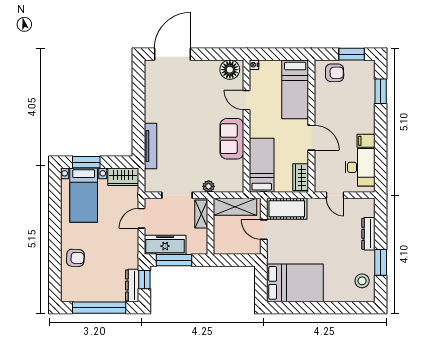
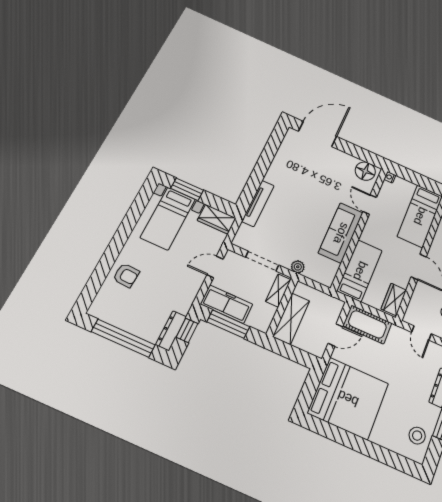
sofa: (232, 139) -> (341, 233), width x1.36
shelving: (235, 207) -> (291, 319), moved, turned 90
door: (264, 230) -> (335, 335), swing flipped
bed: (295, 283) -> (348, 398), width x1.36

